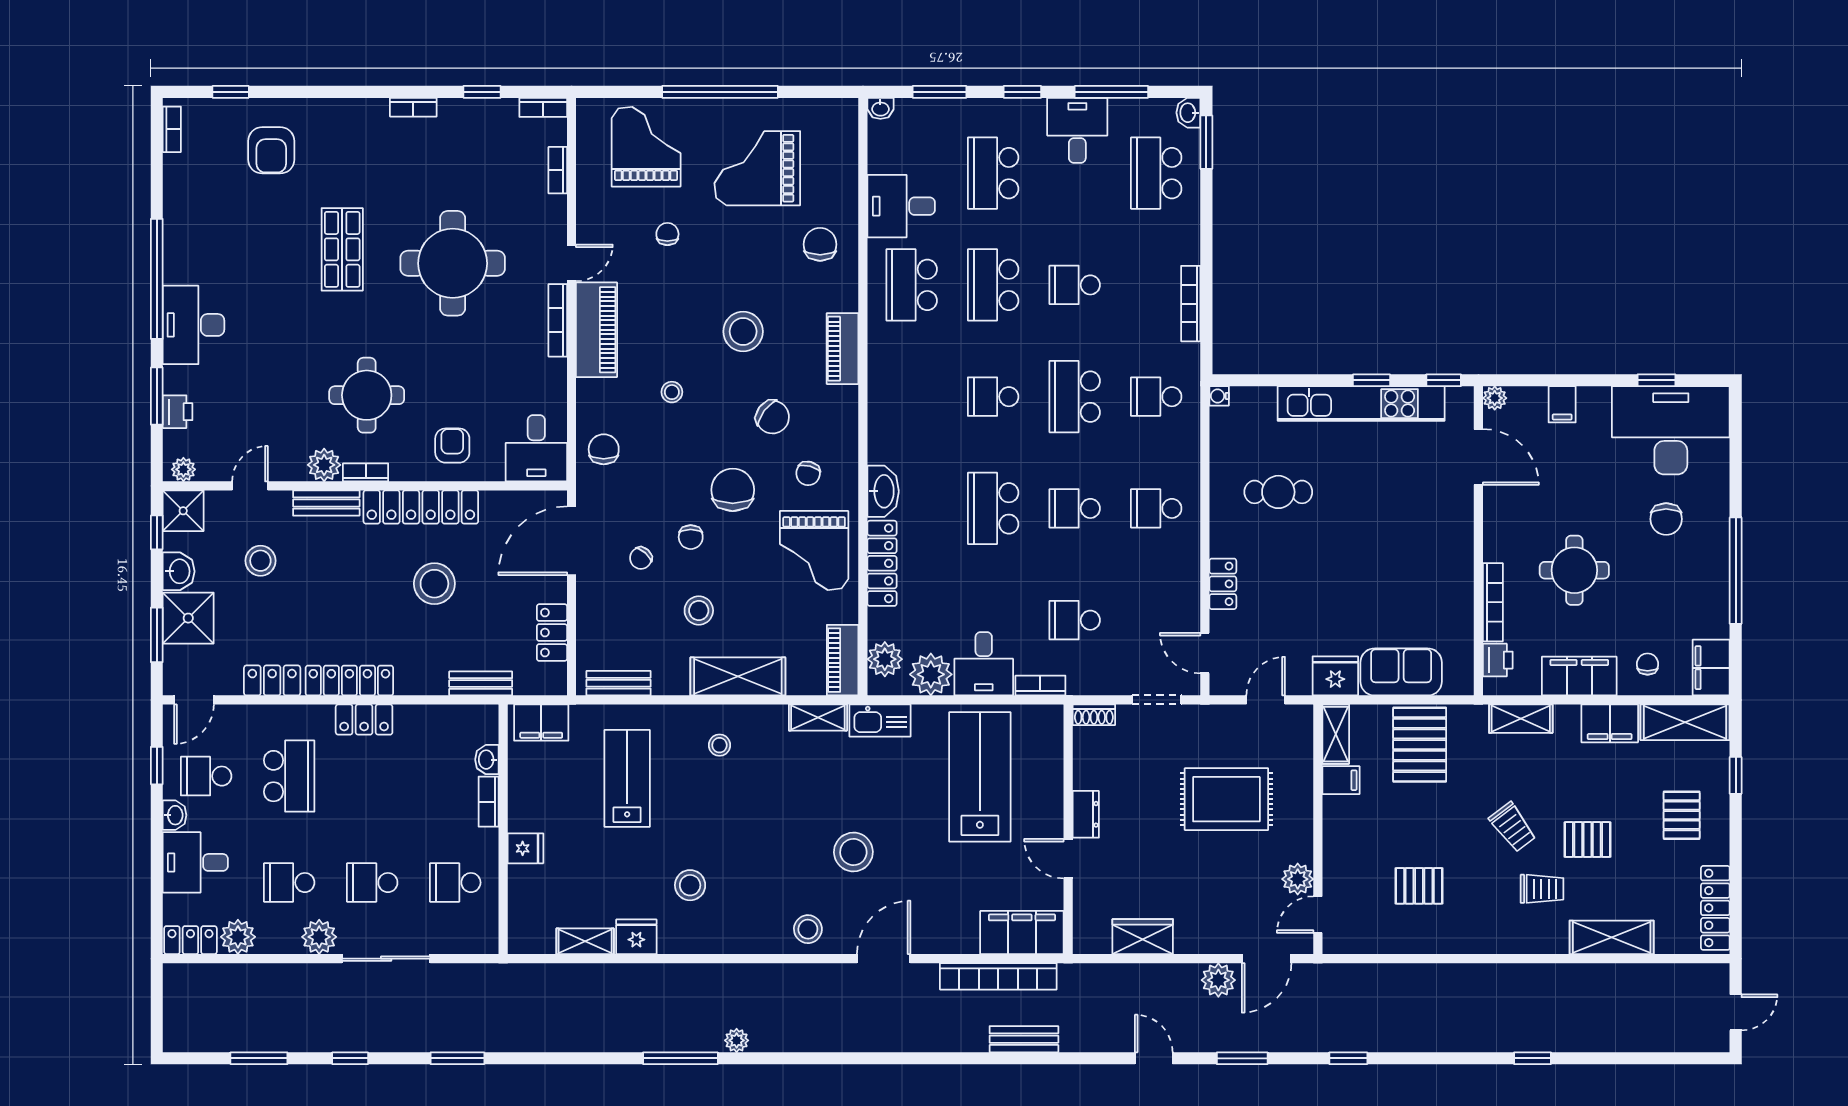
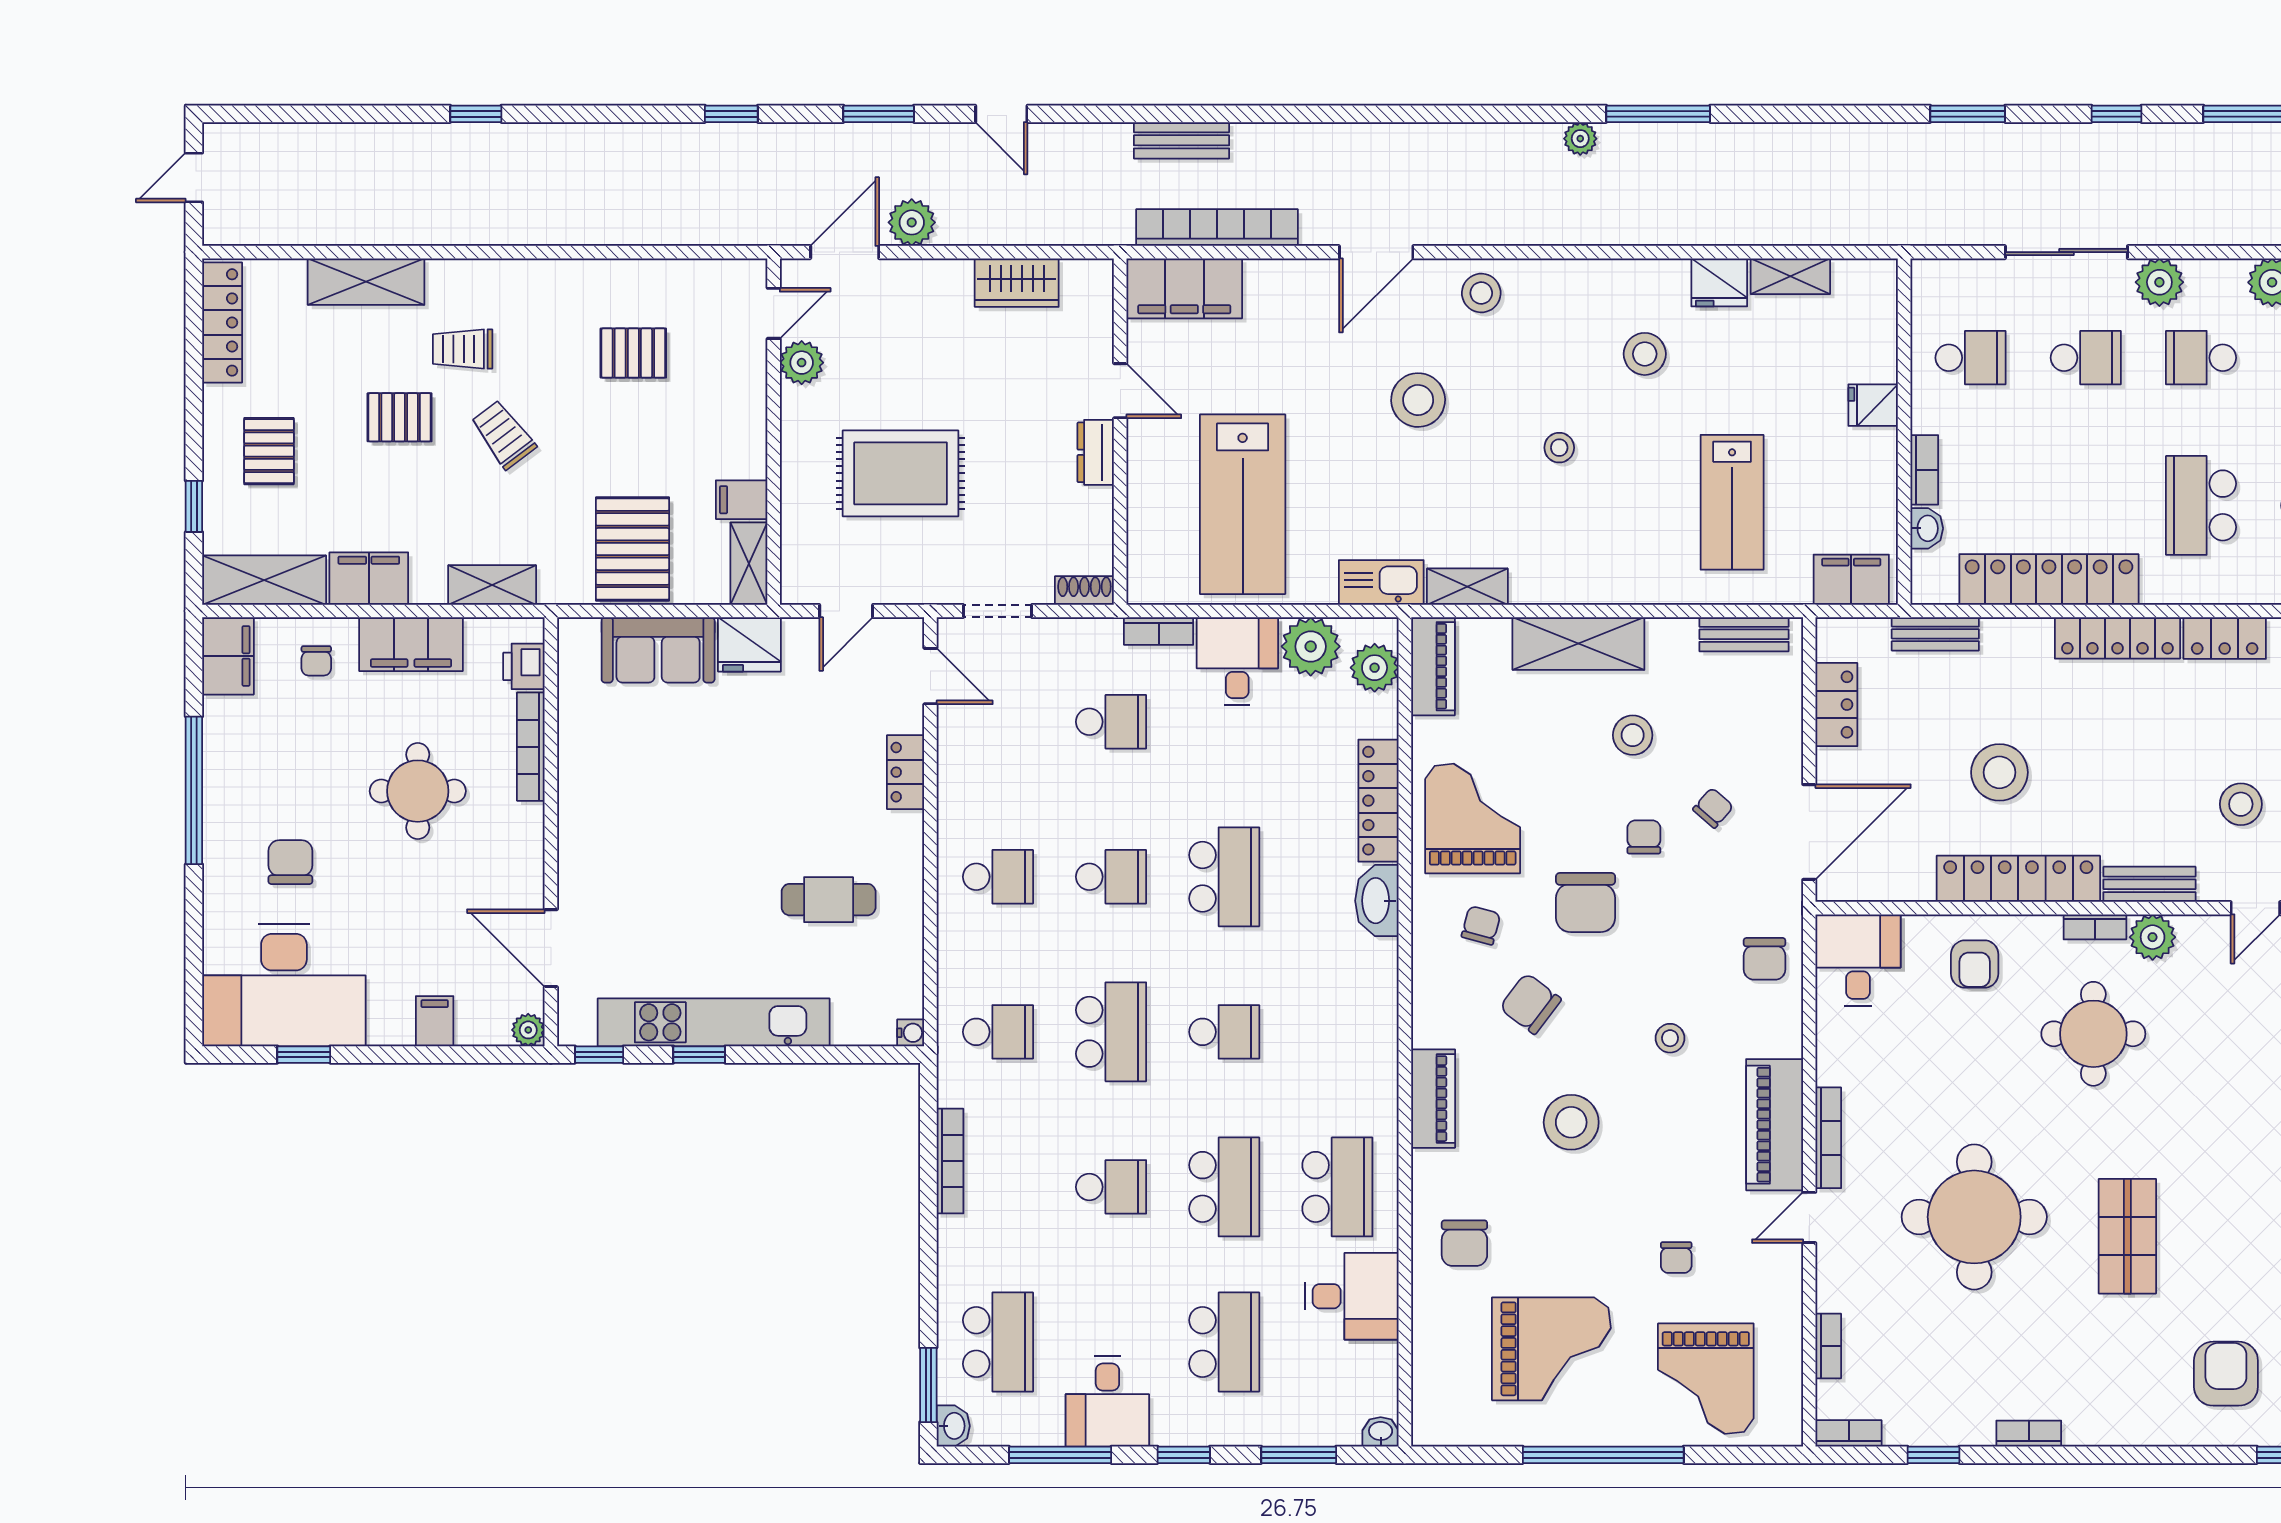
locker: (364, 720) -> (2049, 579), width x2.16, depth x1.21
stool: (719, 745) -> (1559, 448), moved
school desk: (289, 883) -> (2201, 358), turned 180

